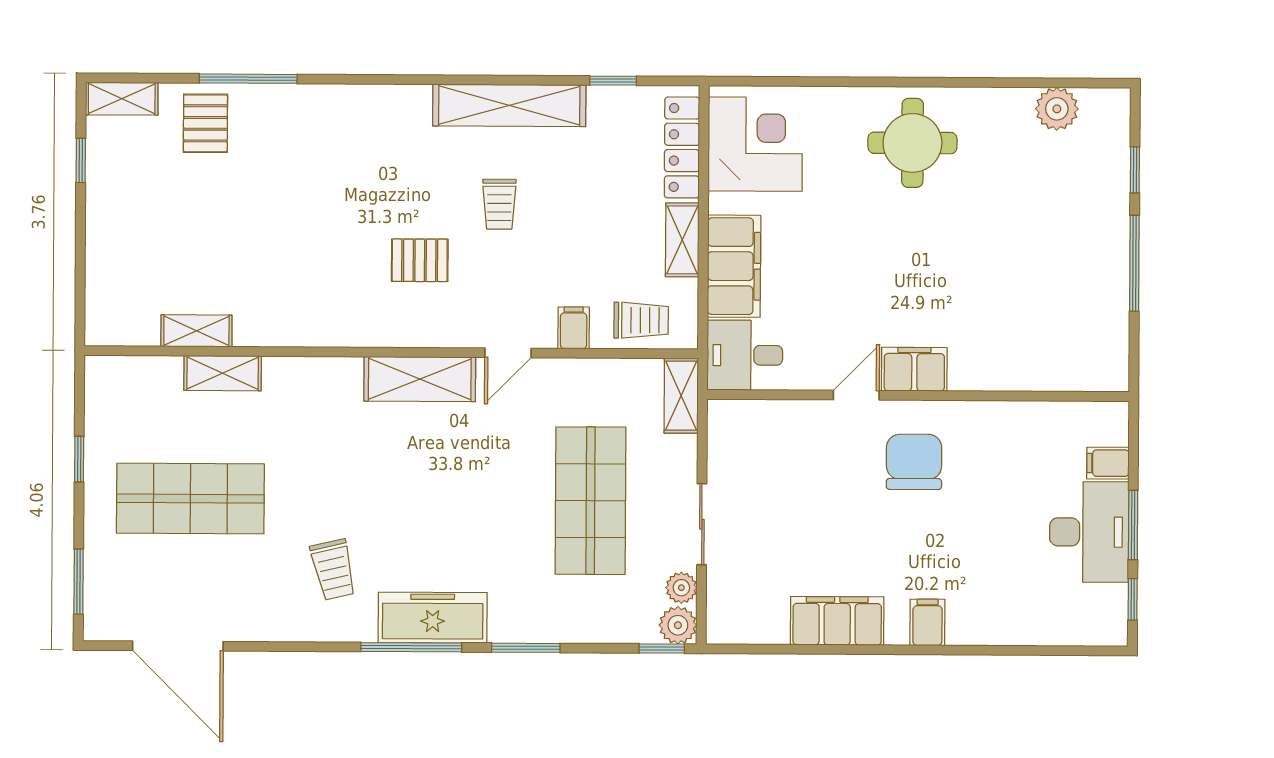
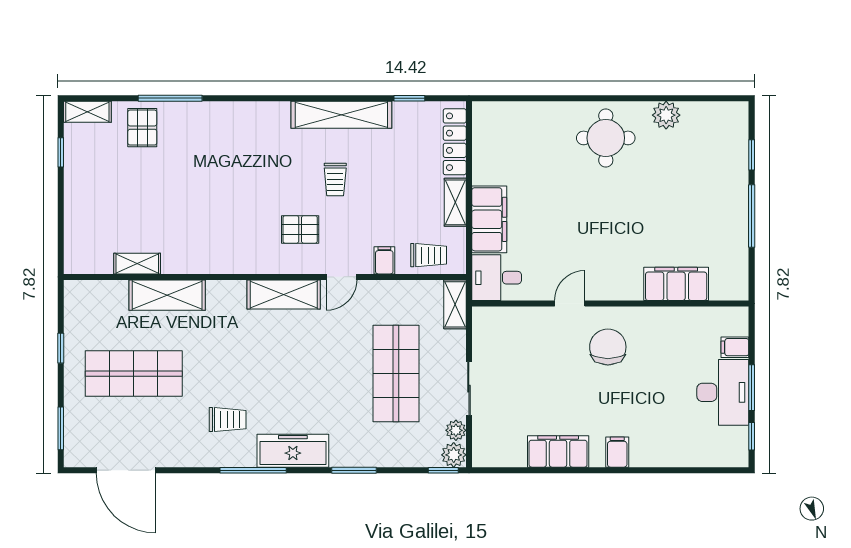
plant: (1057, 109) -> (666, 115), moved
corner desk: (755, 144) -> (503, 139), removed
pallet: (420, 260) -> (300, 229), moved
filing cabinet: (914, 369) -> (676, 284), moved, width x1.50, depth x1.17
shelving: (223, 373) -> (167, 295), width x1.50, depth x1.33
trolley: (333, 570) -> (228, 420), turned -77
window: (411, 647) -> (253, 470), moved

